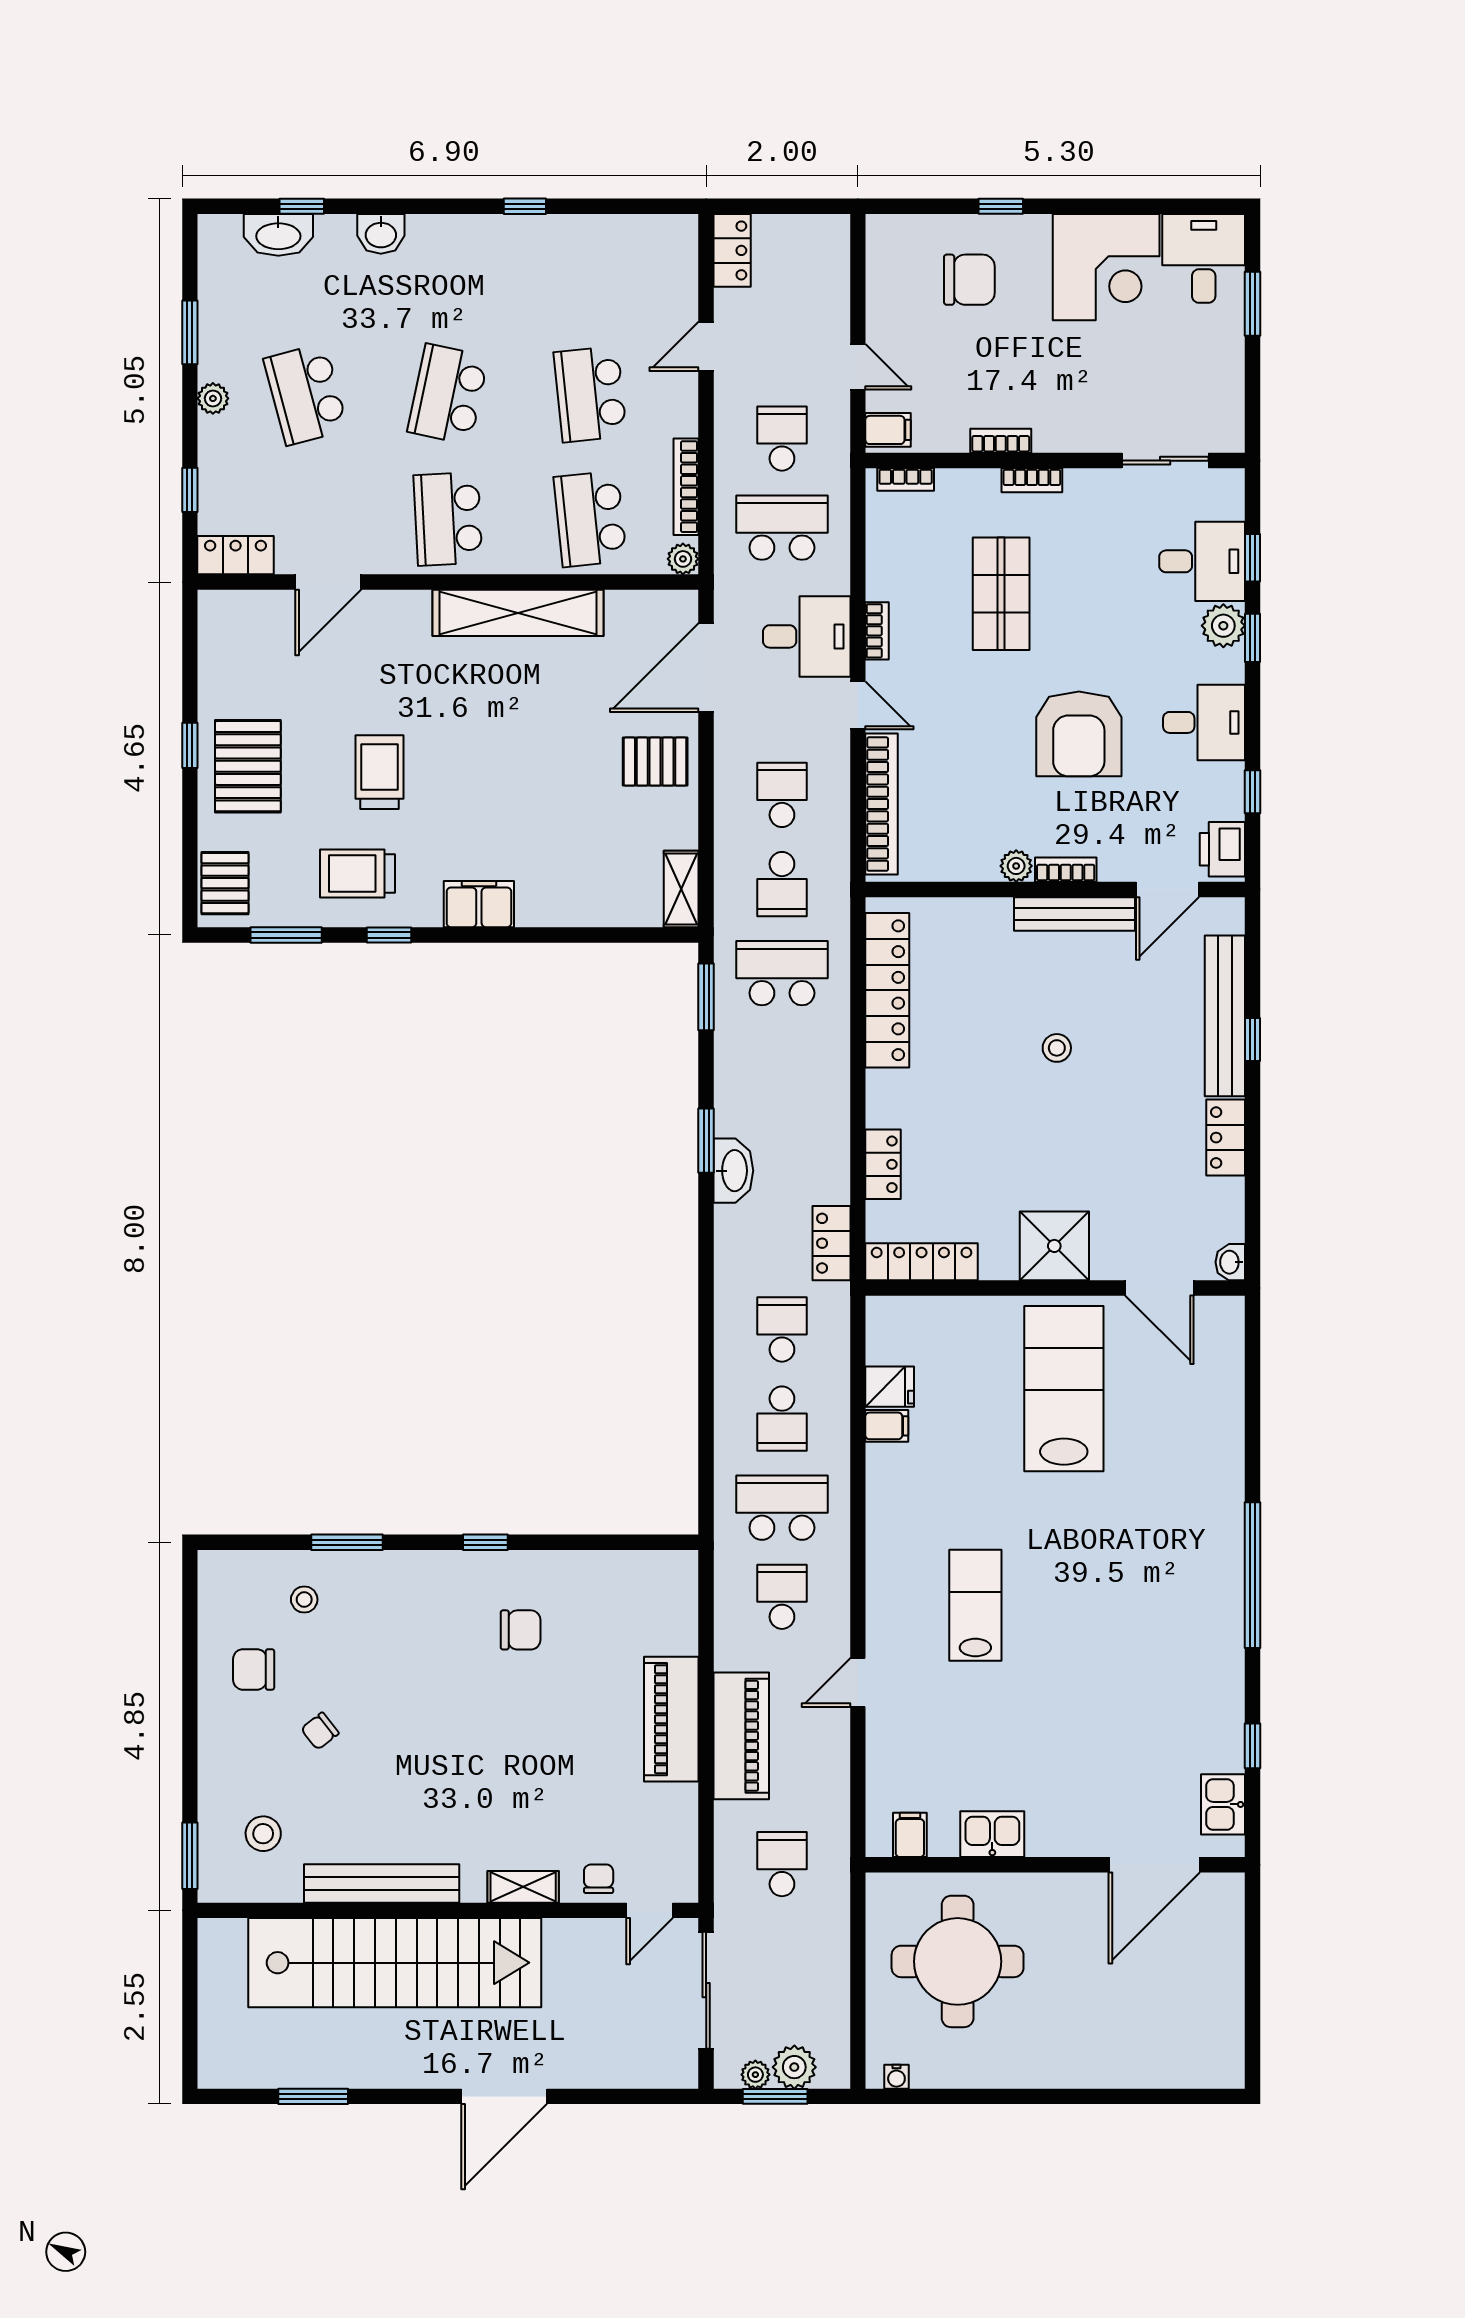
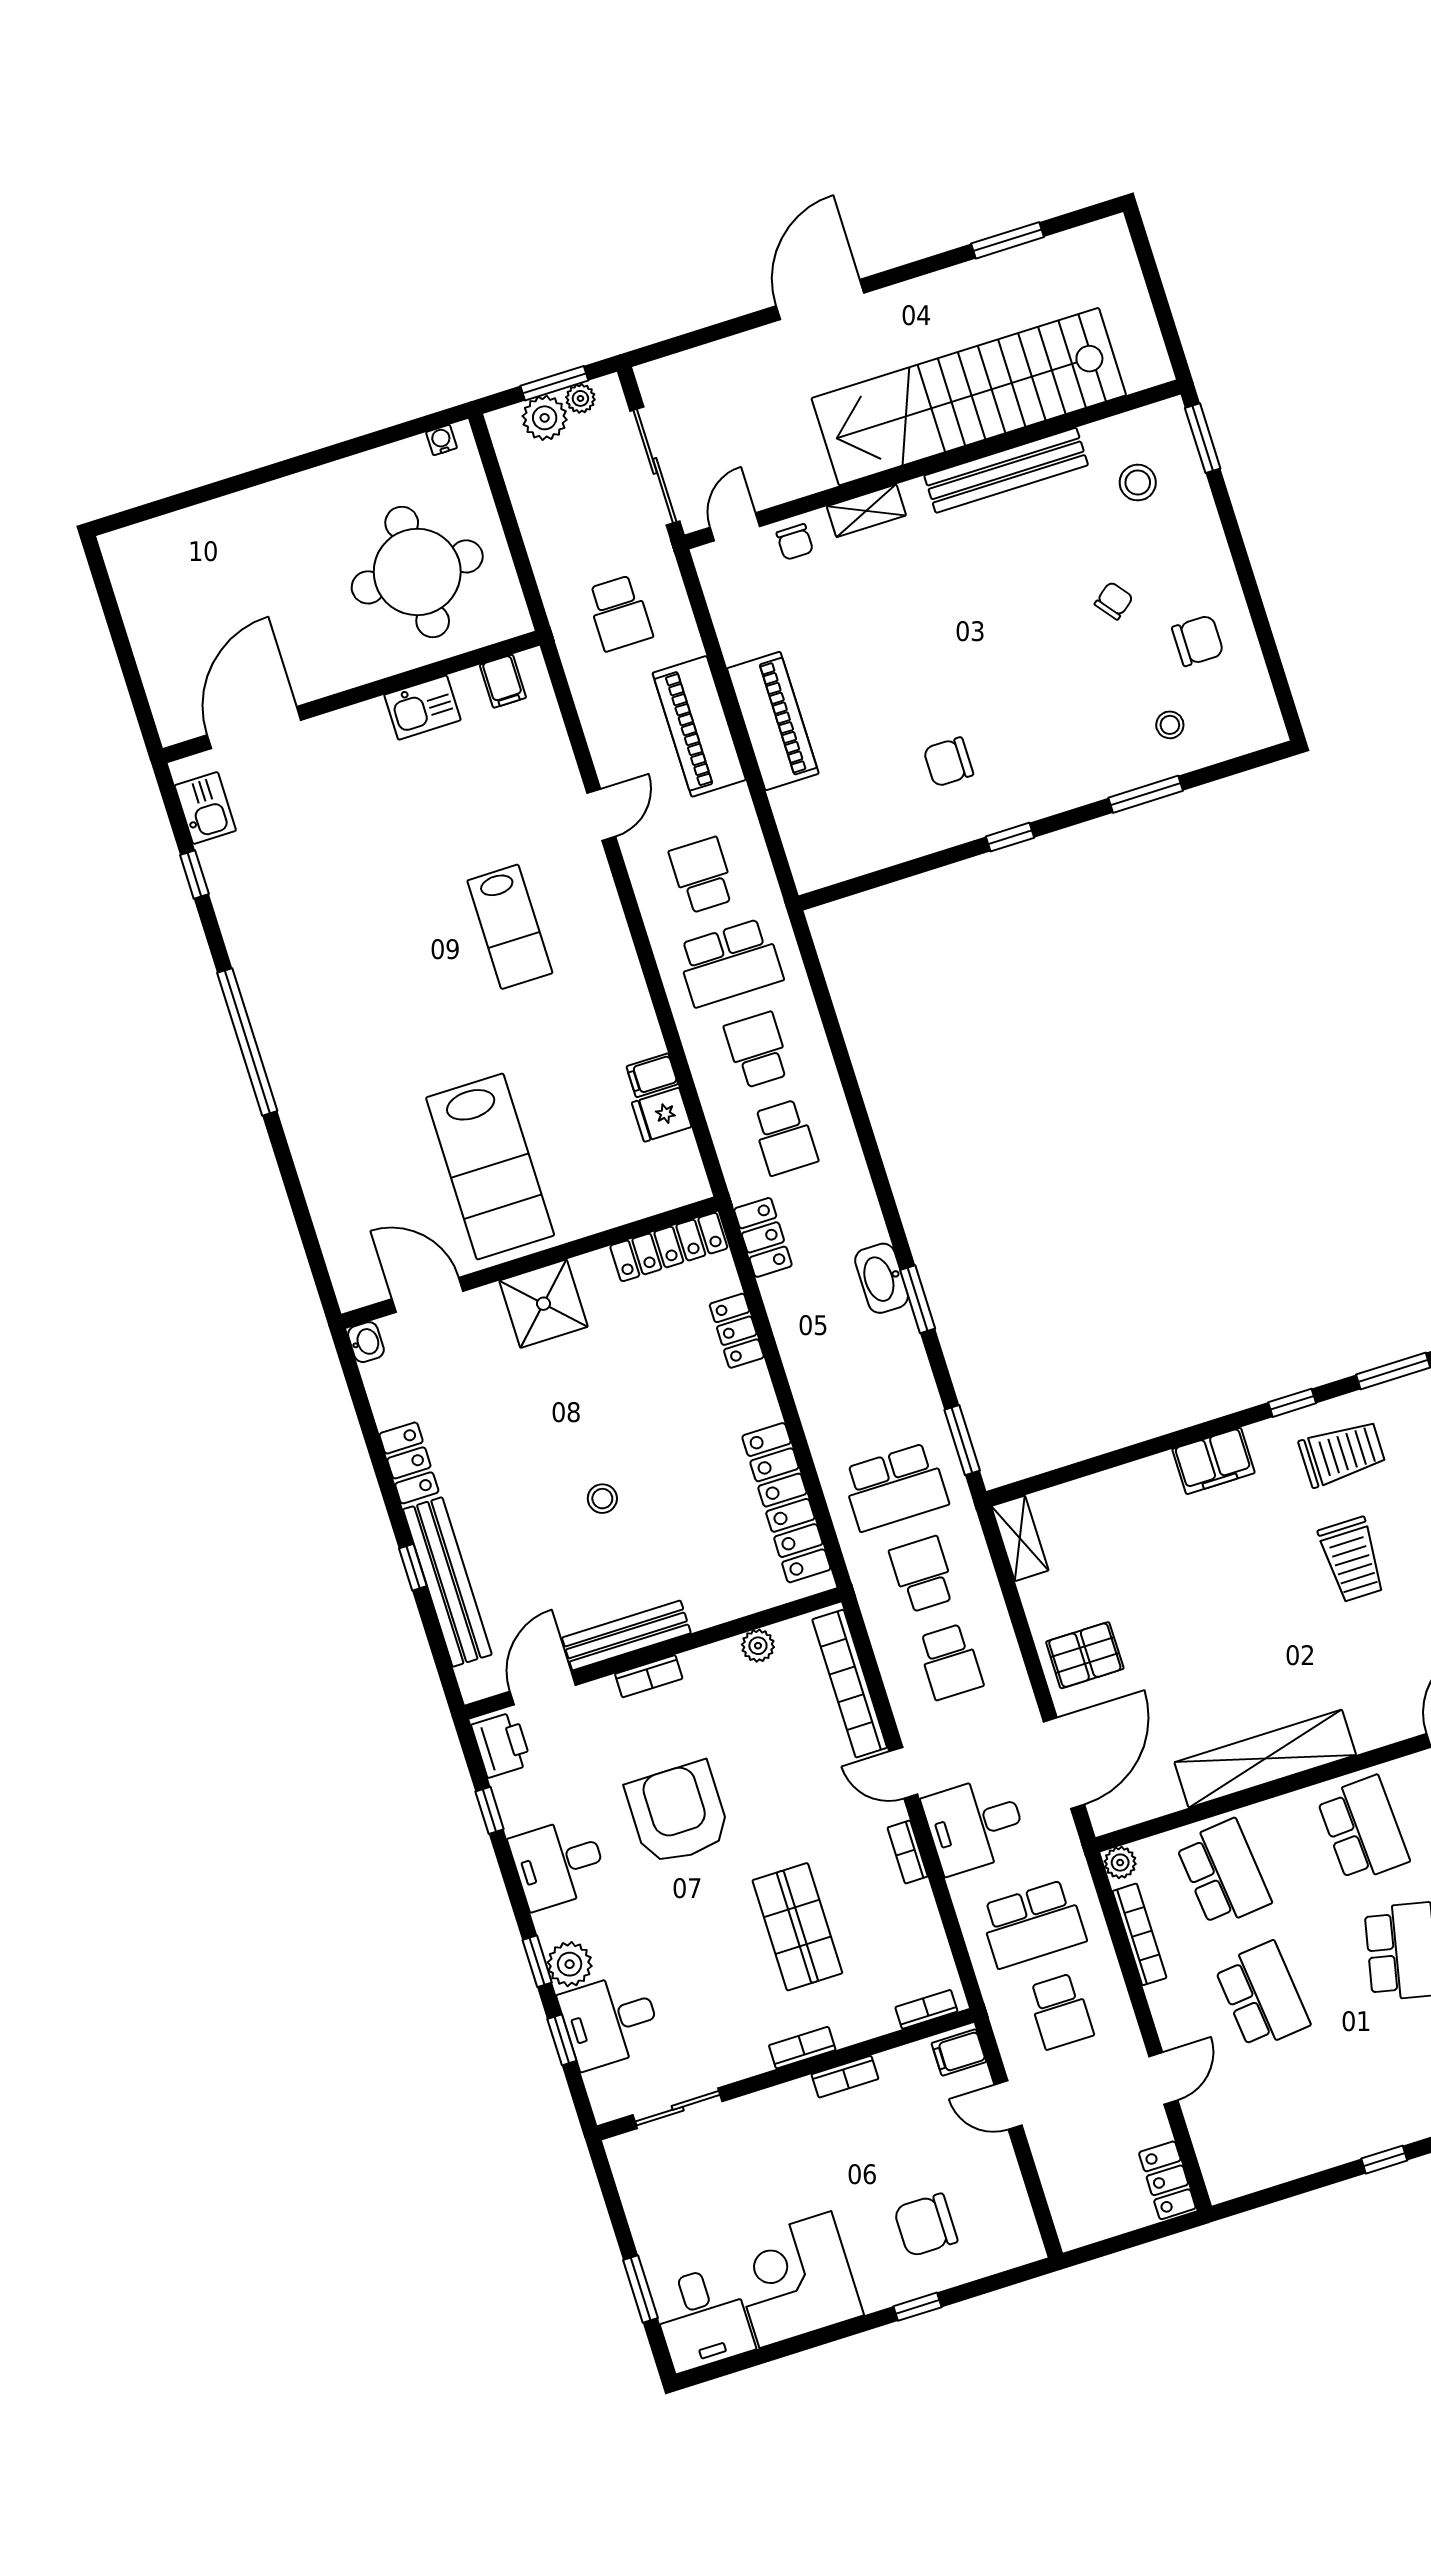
plant: (1016, 866) -> (758, 1646), moved
school desk: (782, 1597) -> (702, 875), turned 180

